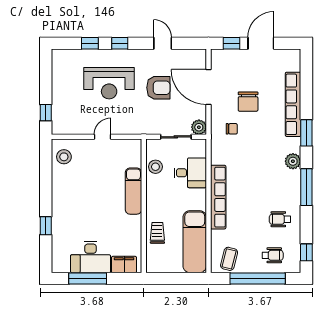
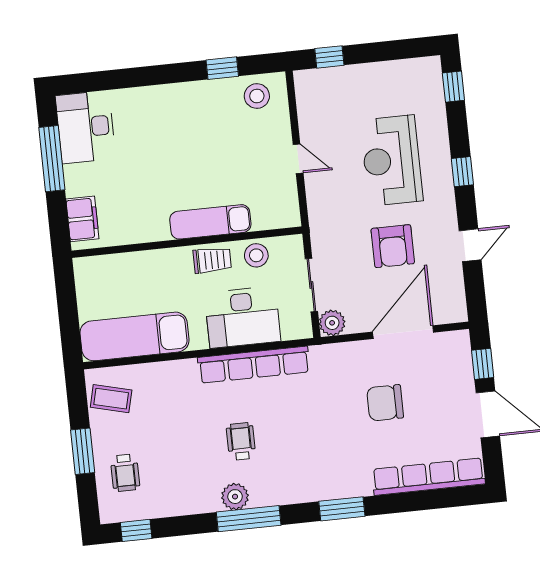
window: (90, 43) -> (453, 87), moved
row of seats: (293, 104) -> (428, 477), moved
chair: (232, 129) -> (335, 380), removed
plant: (293, 161) -> (235, 497), moved
desk: (190, 173) -> (243, 317), width x1.37
row of seats: (218, 197) -> (254, 365), moved
wheelchair: (280, 219) -> (241, 441), moved
window: (46, 226) -> (222, 68), moved
trolley: (157, 233) -> (212, 260), moved
desk: (91, 257) -> (86, 127), moved
window: (258, 278) -> (83, 451), width x0.47

